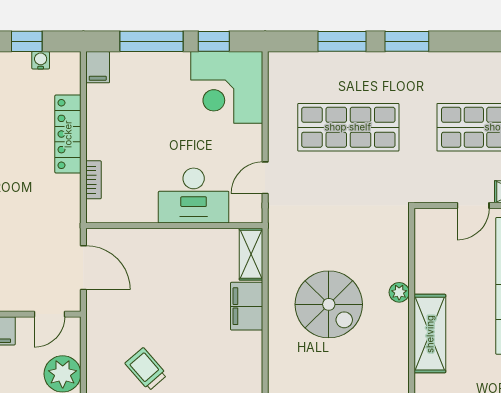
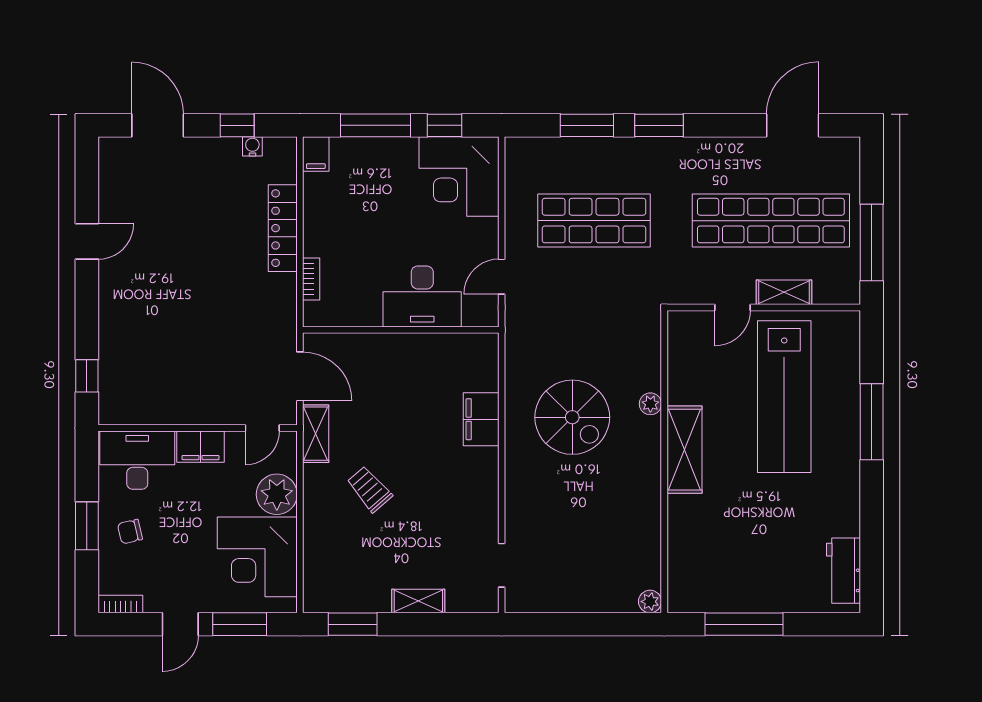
shelving: (251, 254) -> (316, 434), moved

